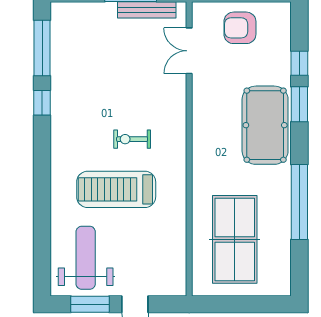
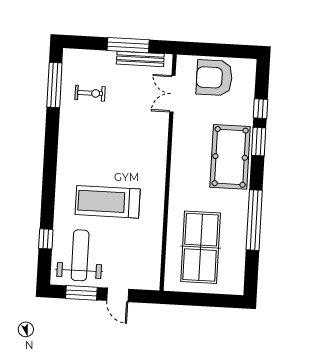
armchair: (240, 28) -> (214, 78), width x1.36, depth x1.36
window: (42, 103) -> (46, 239), moved
exercise bike: (132, 139) -> (90, 93), moved, turned 180

